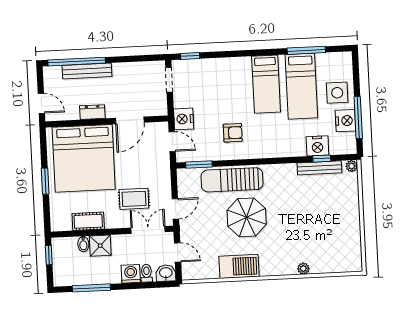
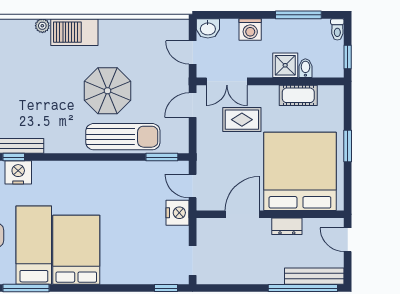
bench: (87, 71) -> (314, 276), moved
bed: (266, 84) -> (76, 250), width x1.50
armchair: (233, 133) -> (119, 193), removed
barbecue: (239, 266) -> (74, 32), moved
toilet: (147, 273) -> (337, 29), moved

